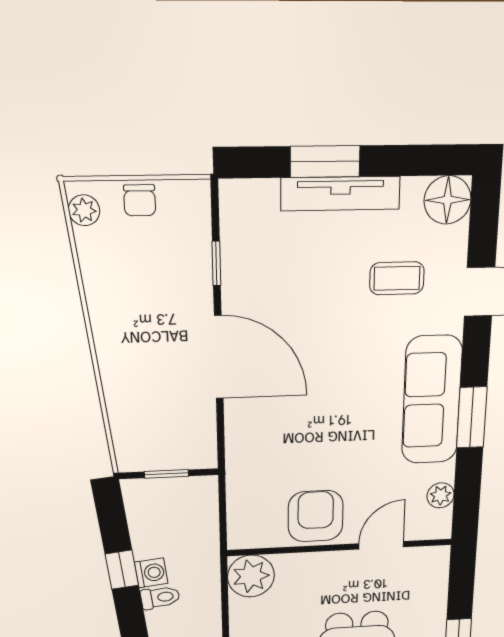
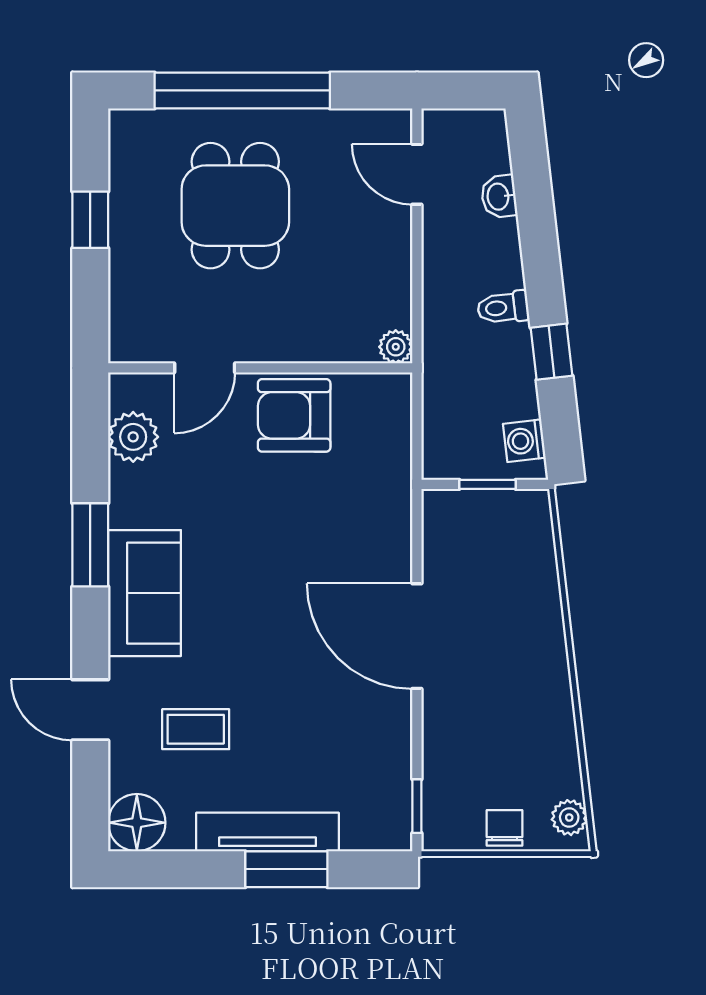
window: (216, 264) -> (417, 806), moved
sofa: (432, 400) -> (145, 593), width x0.73
plant: (441, 495) -> (133, 437), width x1.38, depth x1.38
armchair: (316, 516) -> (294, 415), turned 90
washing machine: (151, 573) -> (524, 441), moved
plant: (251, 576) -> (396, 347), width x0.53, depth x0.53

